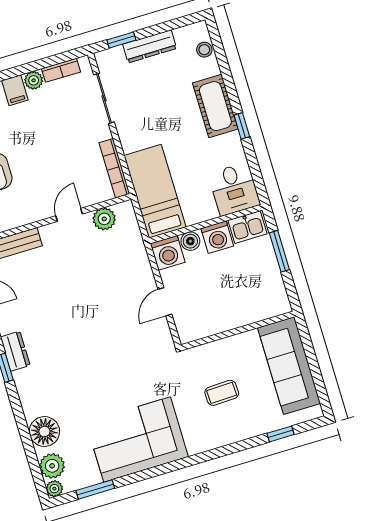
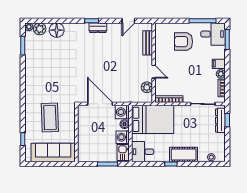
dresser: (150, 46) -> (220, 120), moved
bed: (155, 191) -> (153, 119), width x1.50
door: (165, 302) -> (100, 104), width x1.87
coffee table: (222, 393) -> (50, 118), width x1.86, depth x1.72
corner sofa: (137, 440) -> (40, 72), removed

